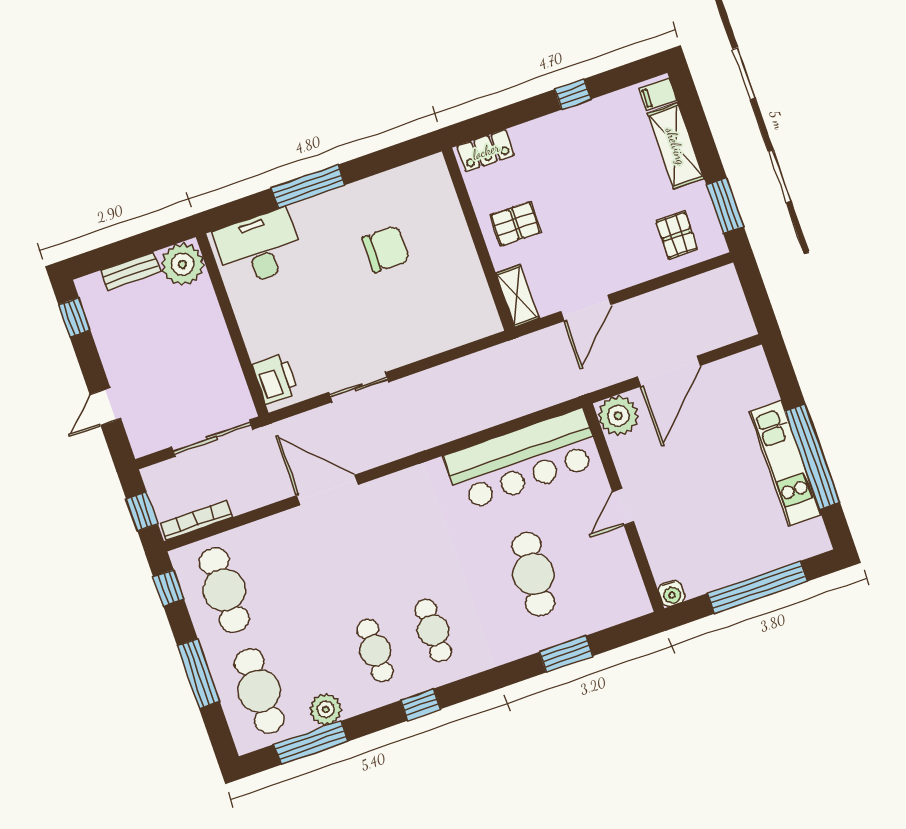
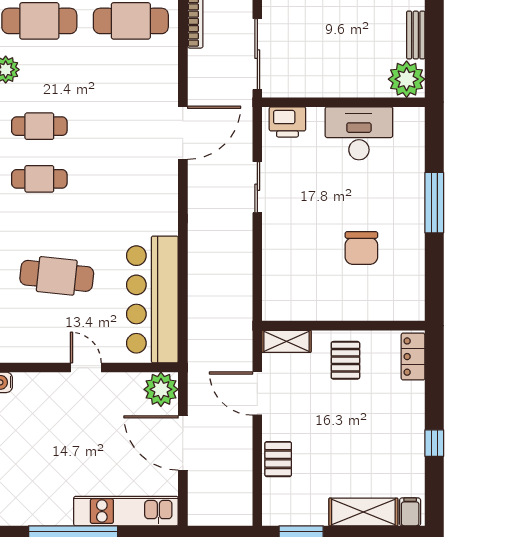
pallet: (677, 235) -> (278, 459), moved, turned 90
desk: (259, 248) -> (359, 133), moved, turned -90
kitchen unit: (785, 463) -> (126, 511), moved

